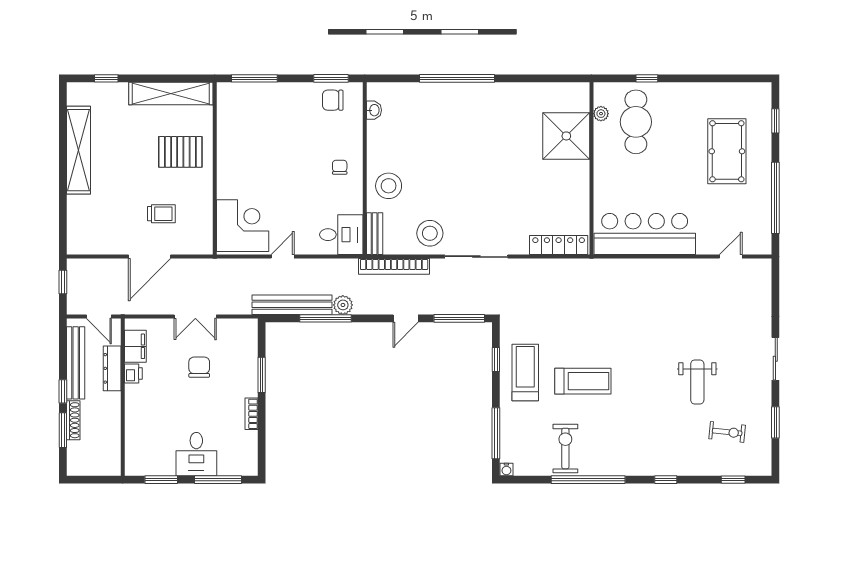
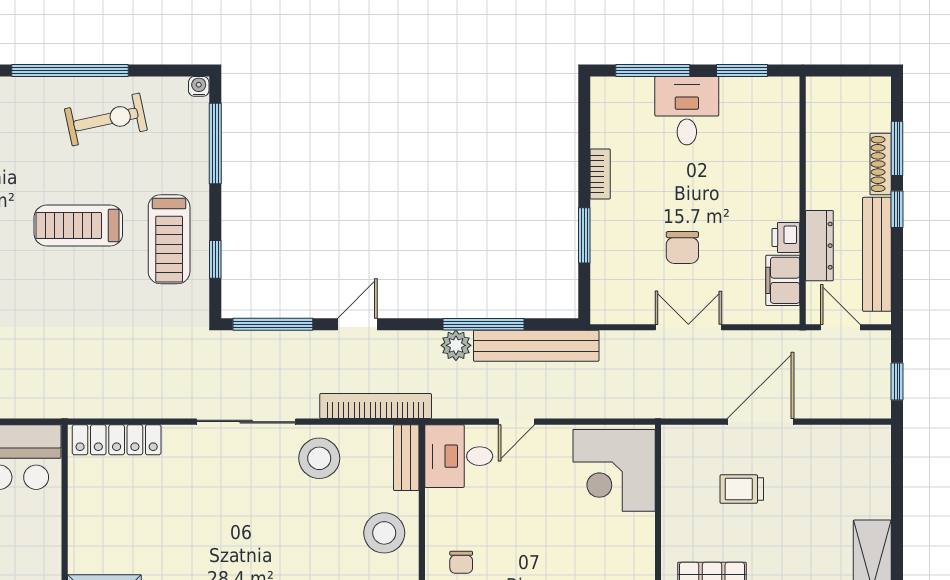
door: (283, 257) -> (517, 422), moved
exercise bike: (565, 448) -> (106, 119), turned -102

